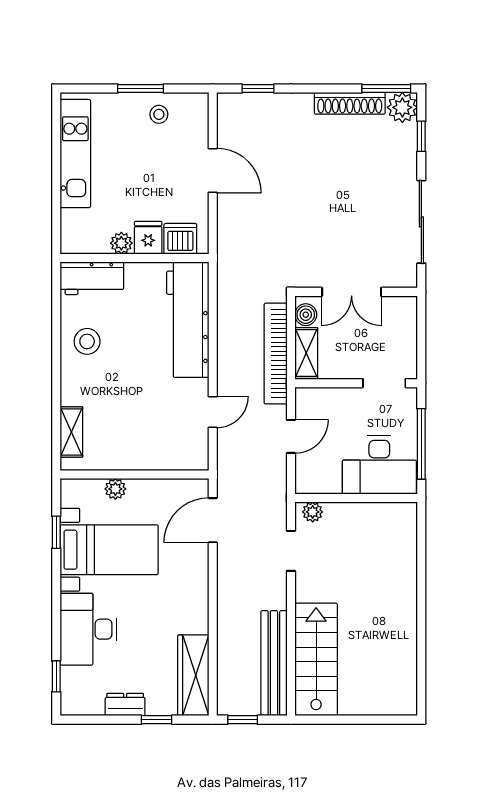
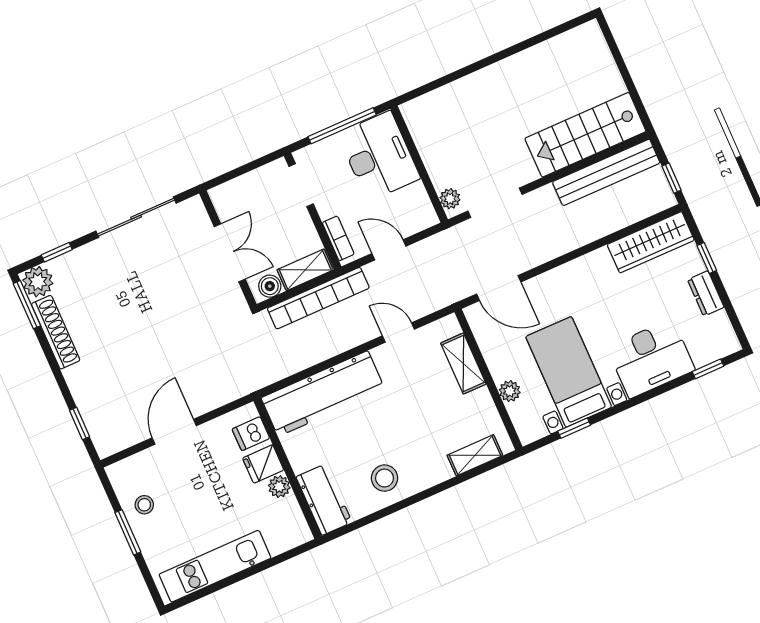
dishwasher: (180, 239) -> (251, 434), width x0.73
bookcase: (321, 395) -> (338, 238), added
shelving: (159, 458) -> (463, 364), added
doorway: (291, 551) -> (495, 203), width x1.38

